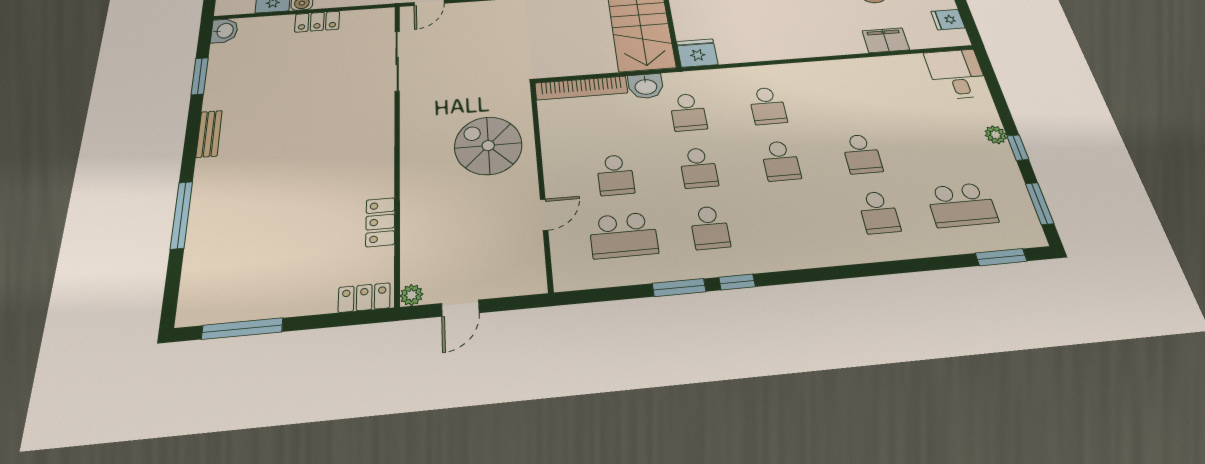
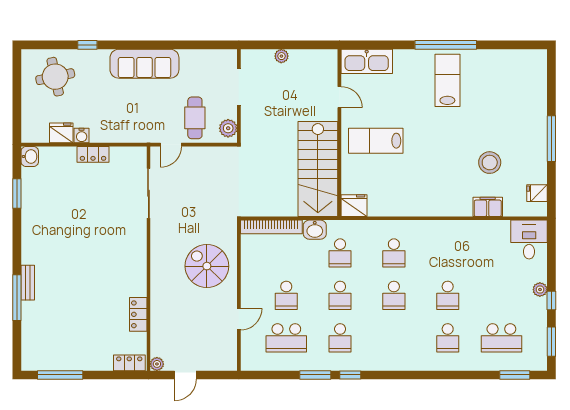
bench: (209, 134) -> (28, 283), moved

